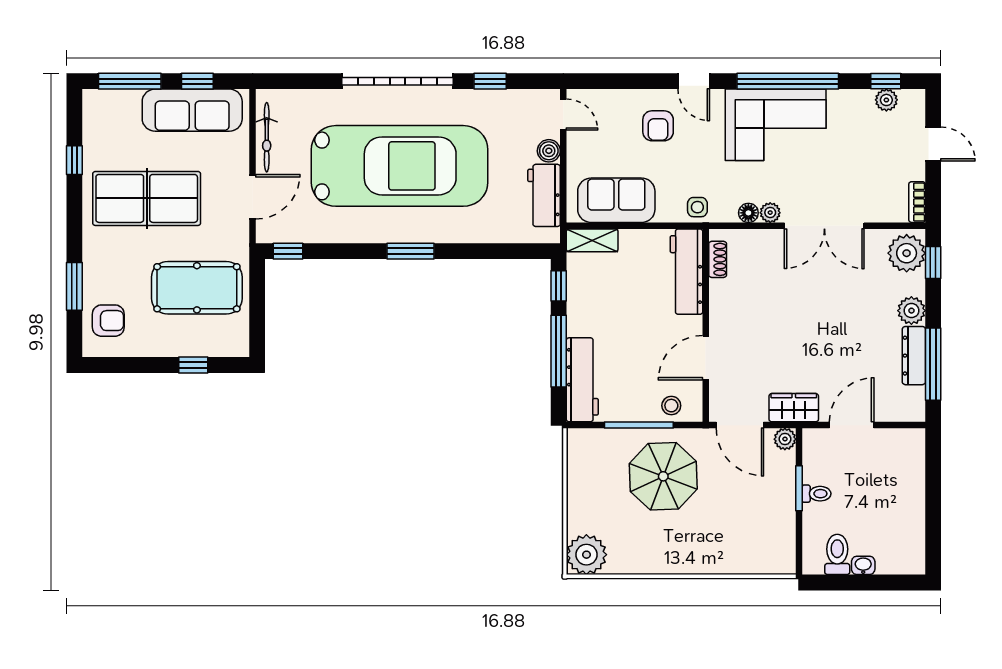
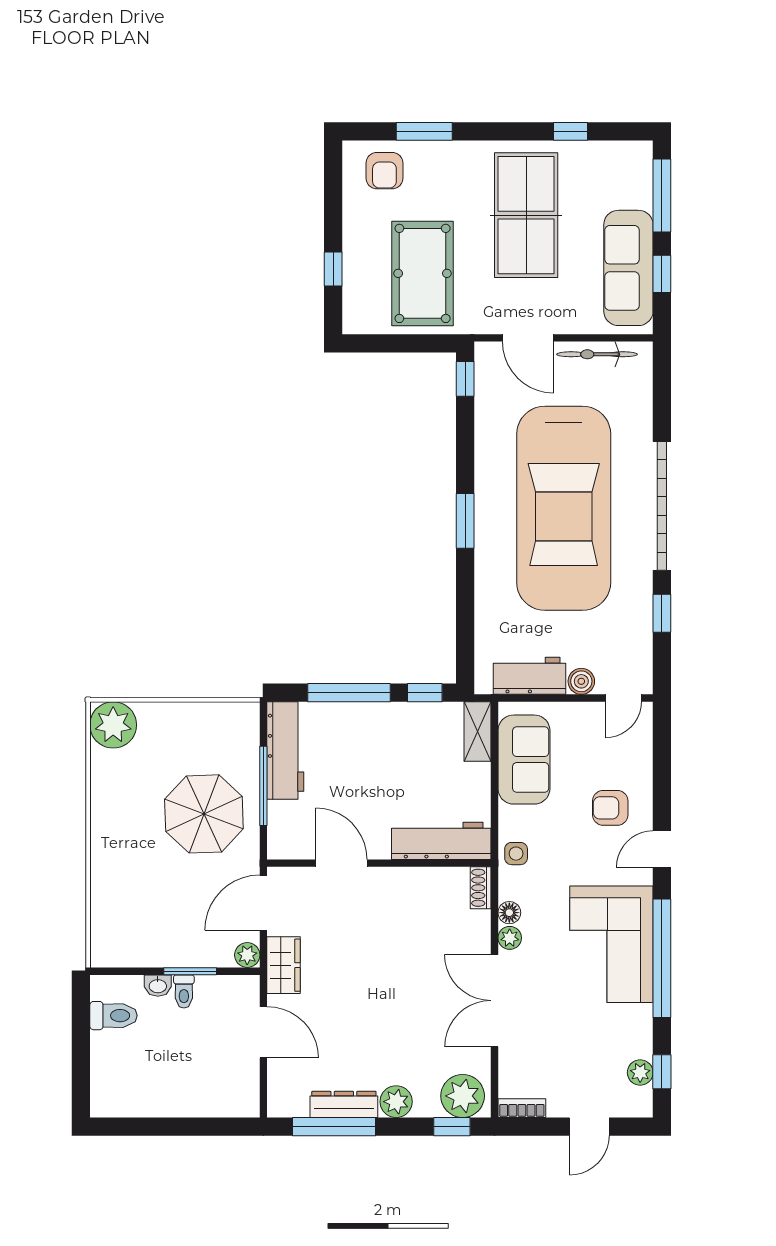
shoe rack: (718, 259) -> (481, 888), moved, turned 90
workbench: (582, 380) -> (285, 750), moved, turned -90
stool: (671, 406) -> (286, 823), removed
washbasin: (863, 565) -> (158, 986), moved, turned 90

